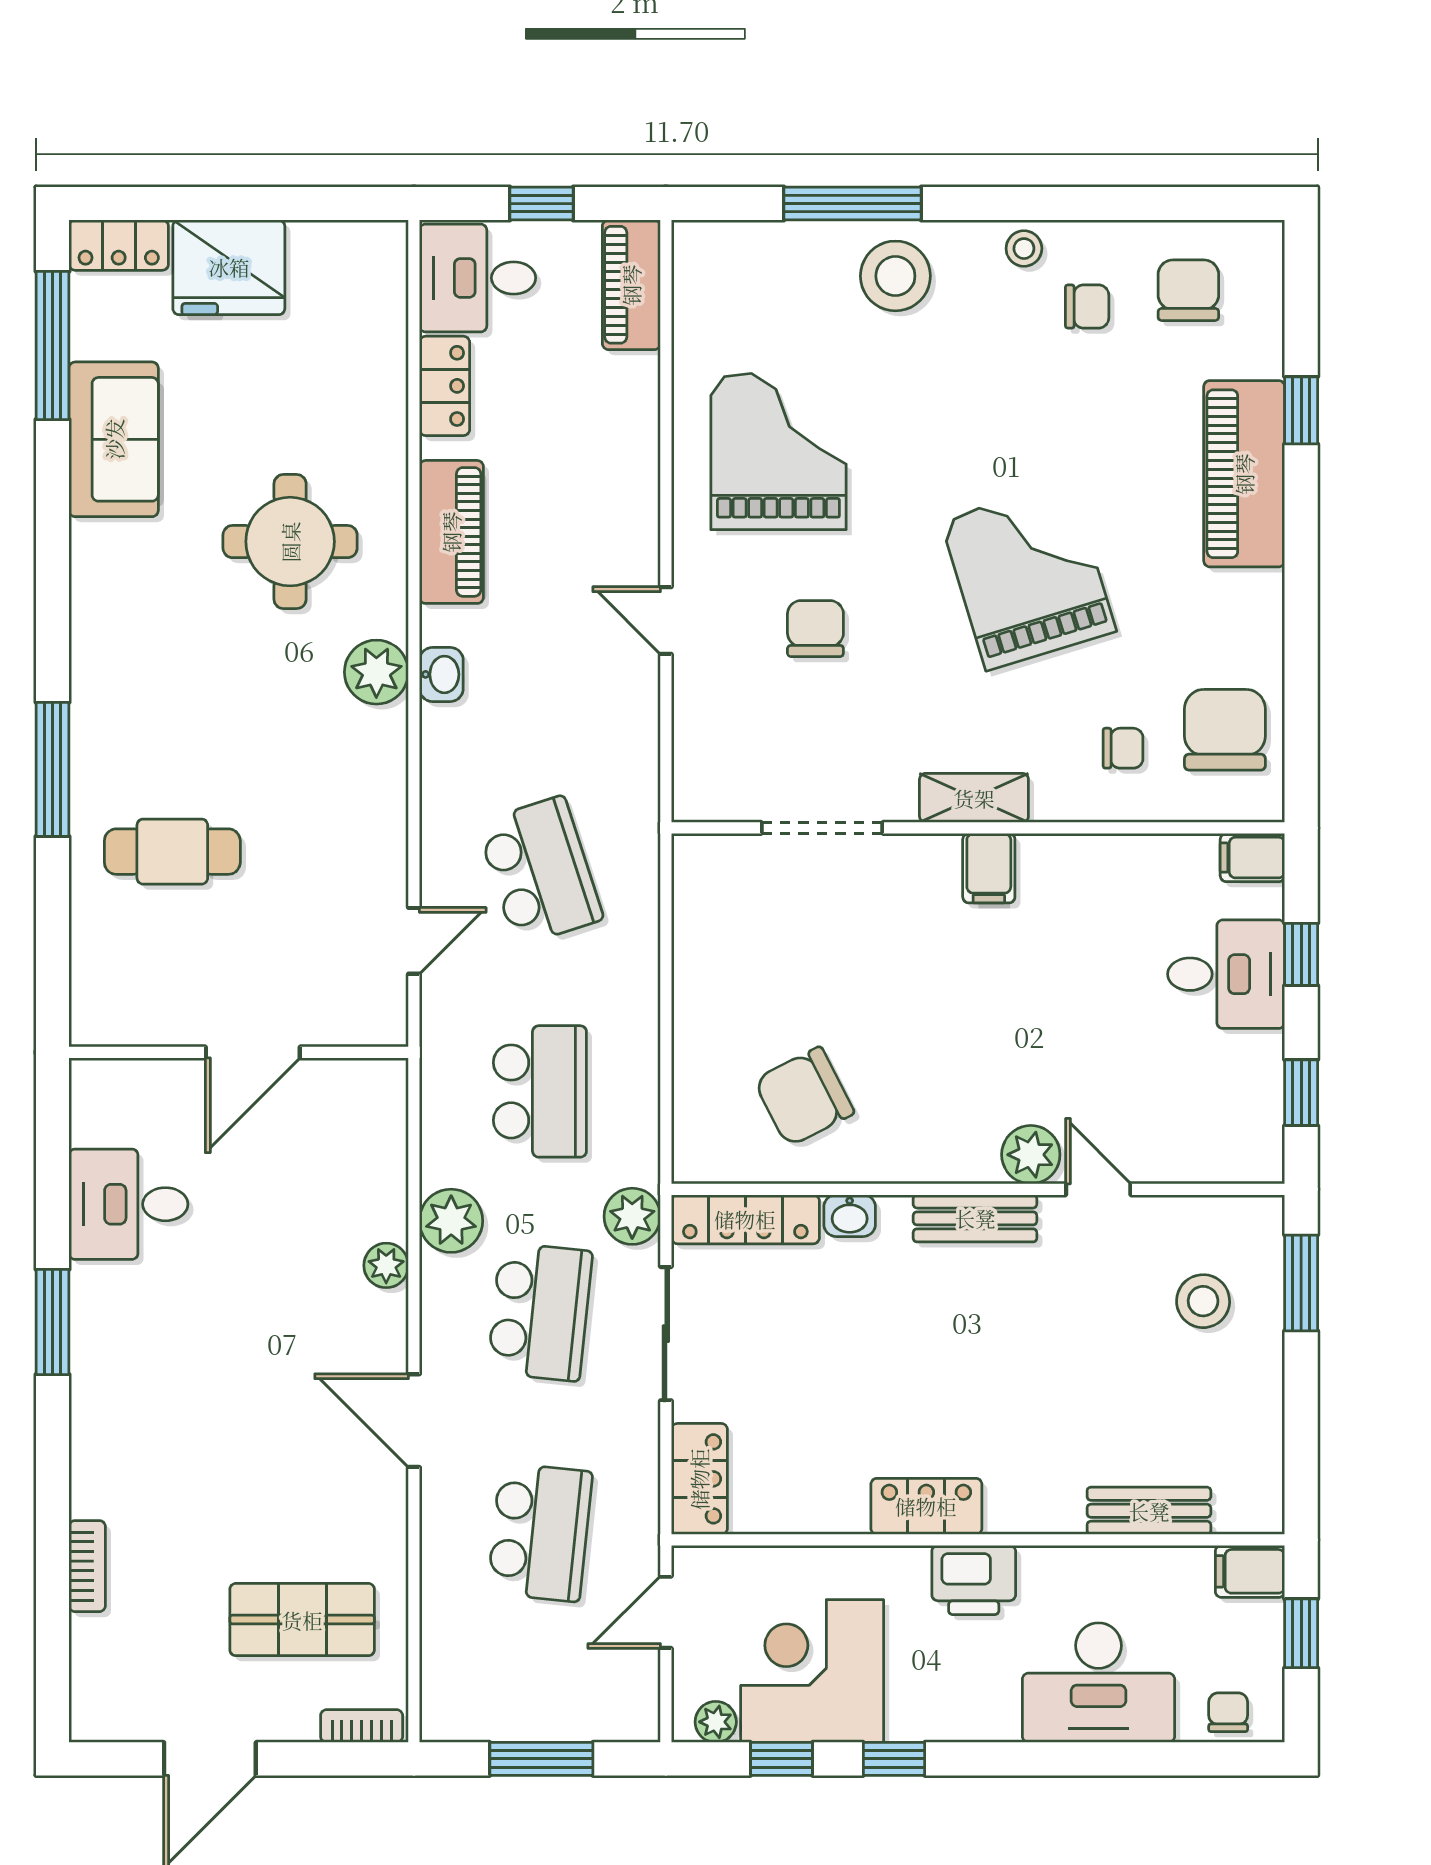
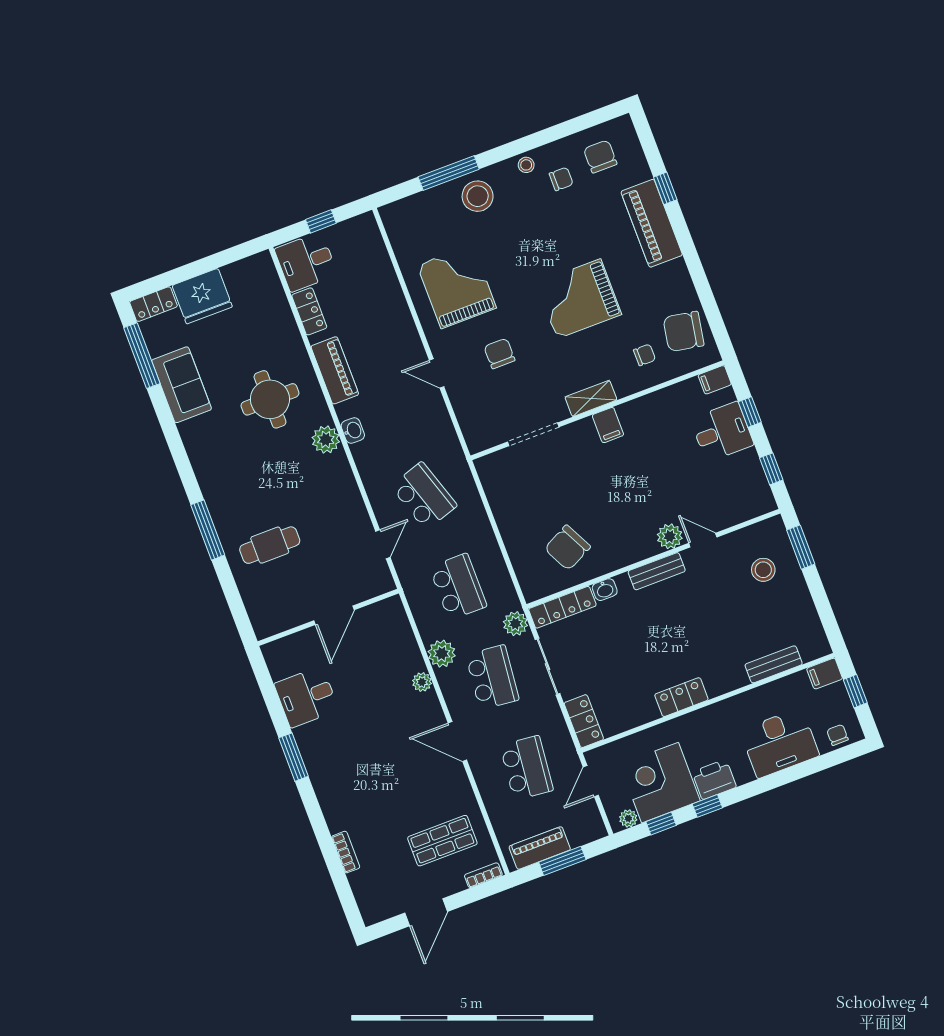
piano: (631, 285) -> (540, 848), moved, turned 90
grand piano: (1028, 576) -> (579, 299), turned -73
chair: (1225, 730) -> (684, 332), turned -80
printer: (974, 1580) -> (714, 779), moved, turned 180

